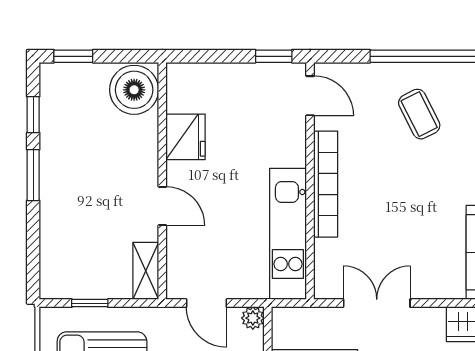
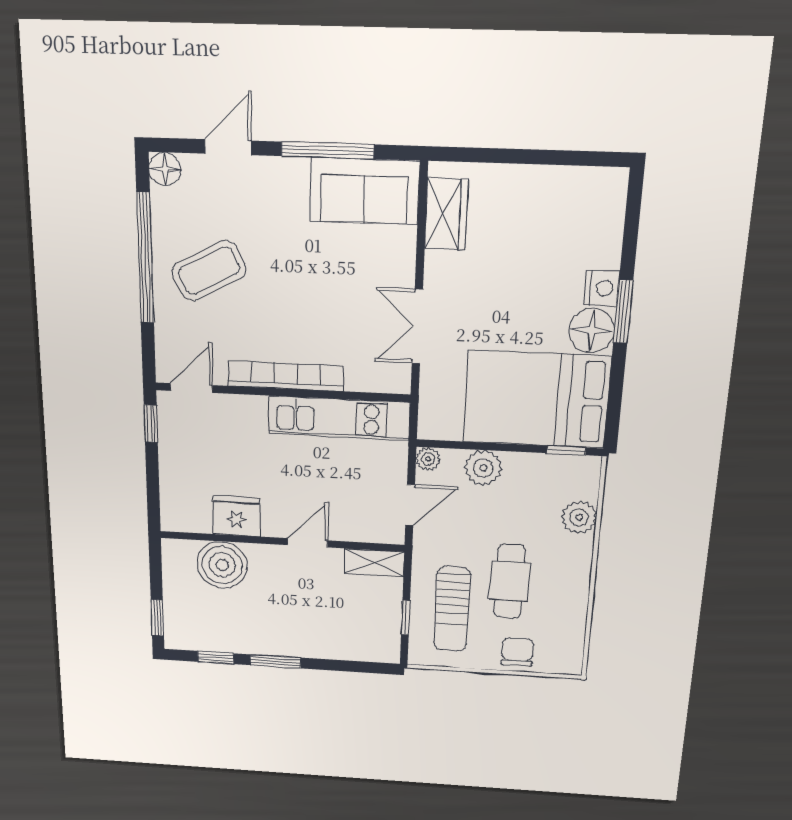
boiler: (134, 90) -> (222, 565), moved
coffee table: (419, 114) -> (209, 271), width x1.36, depth x1.30

